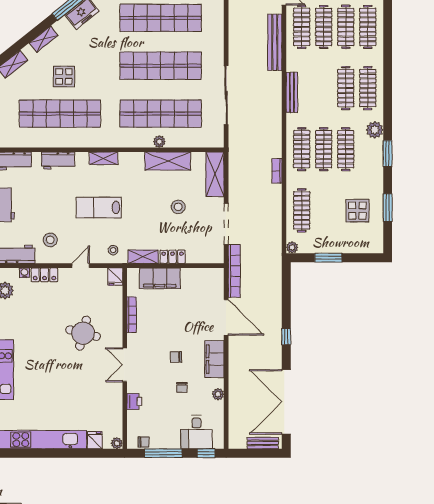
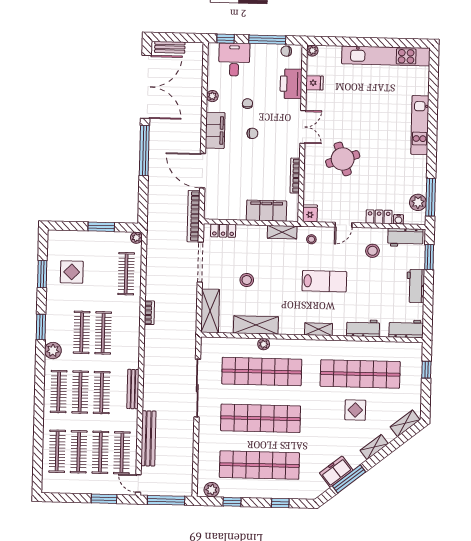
clothes rail: (302, 149) -> (102, 393), moved
locker: (173, 257) -> (223, 231), moved
round table: (83, 333) -> (343, 159), turned -33
window: (286, 337) -> (144, 151), width x3.17
printer: (134, 402) -> (291, 84), width x1.87, depth x1.48
fridge: (95, 440) -> (314, 83), moved, turned -90

